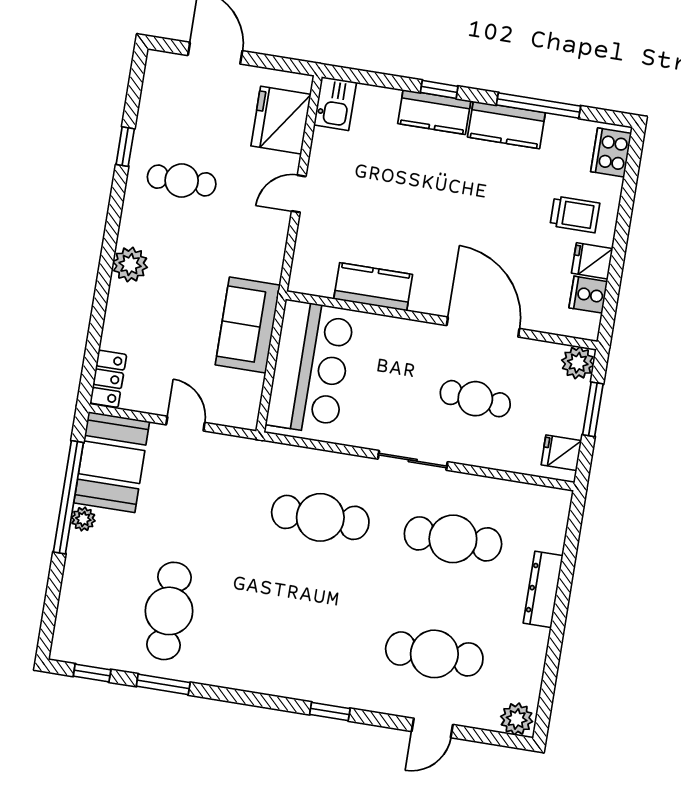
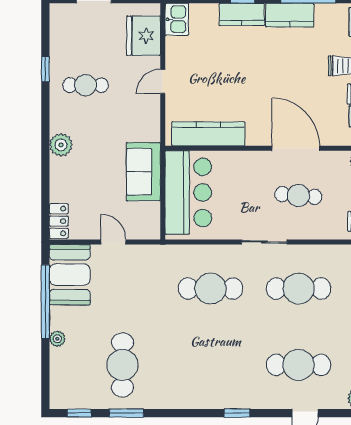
kitchen counter: (373, 287) -> (208, 134), width x1.50
plant: (83, 519) -> (57, 339), moved

